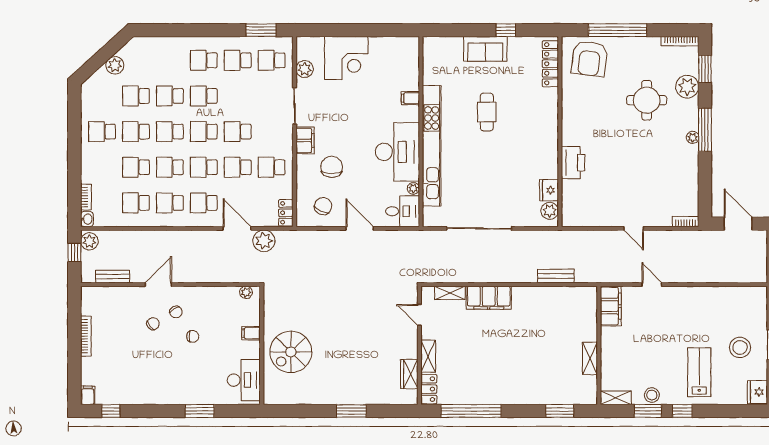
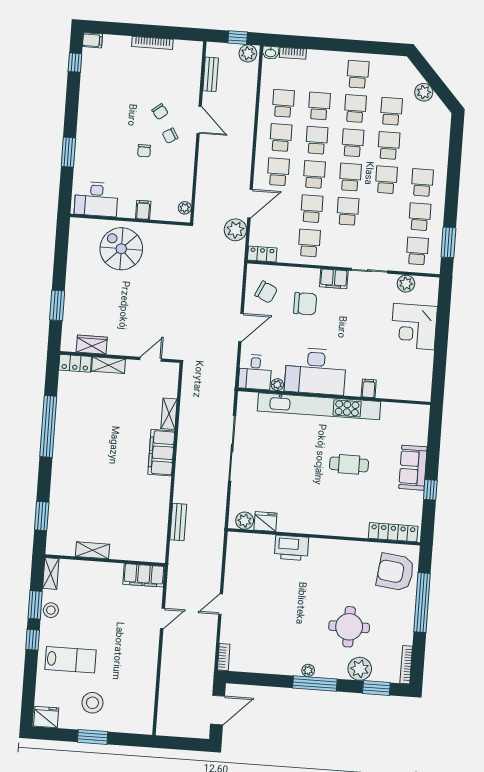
door: (419, 315) -> (151, 359), moved
wall: (419, 345) -> (120, 357), moved
shelving: (428, 356) -> (108, 365), moved
wardrobe: (409, 374) -> (92, 345), moved
locker: (429, 389) -> (75, 363), moved

